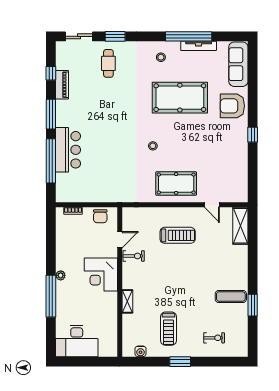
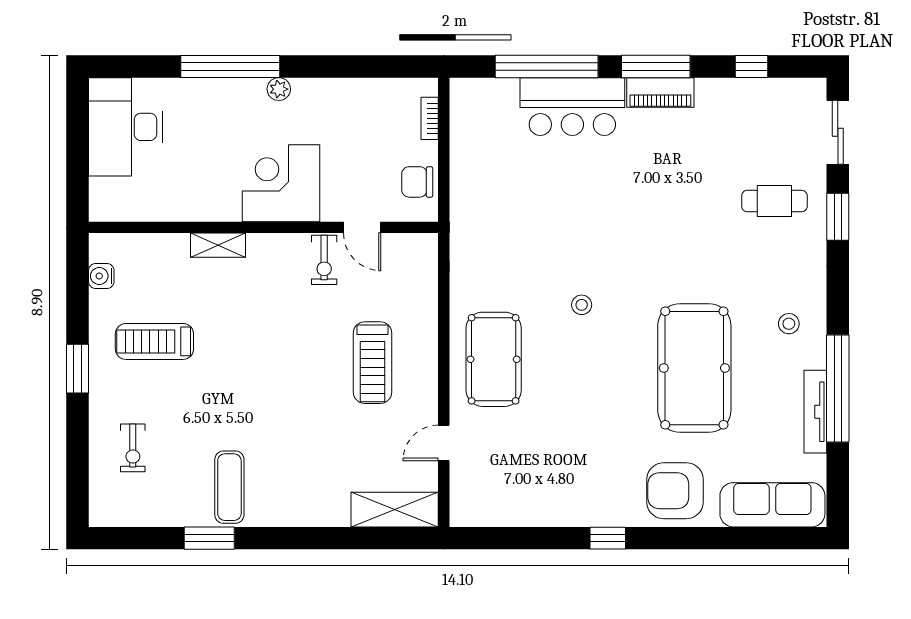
piano: (62, 85) -> (660, 92), moved
armchair: (232, 106) -> (675, 491), turned -90

